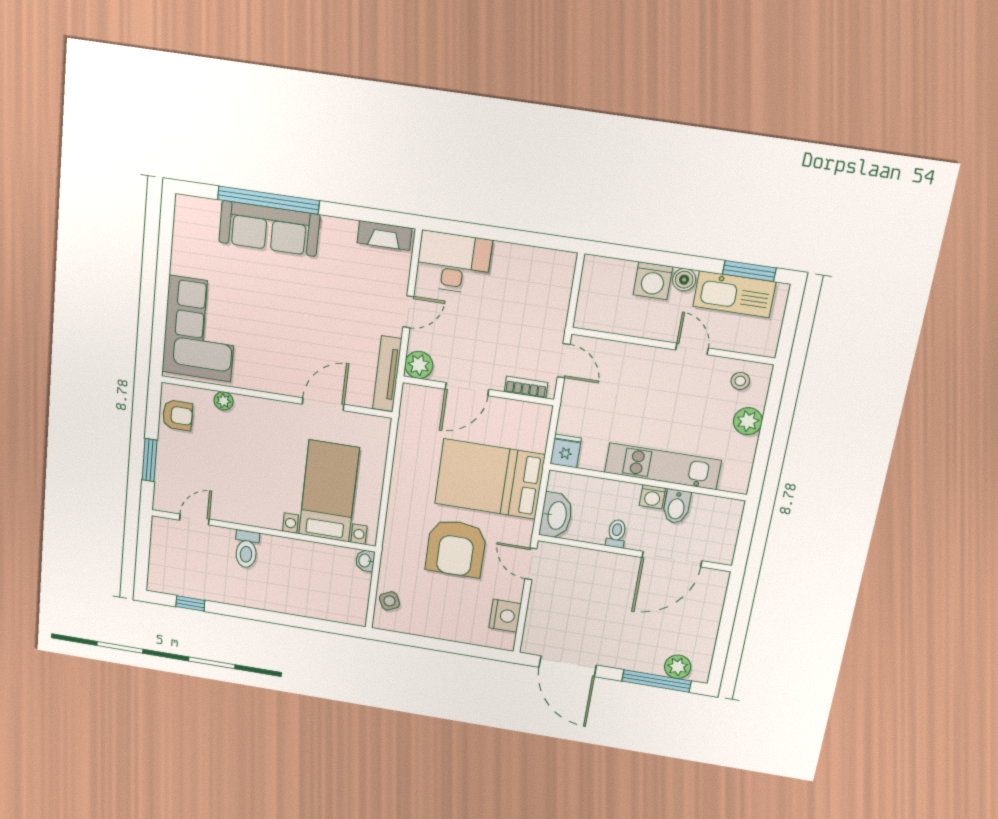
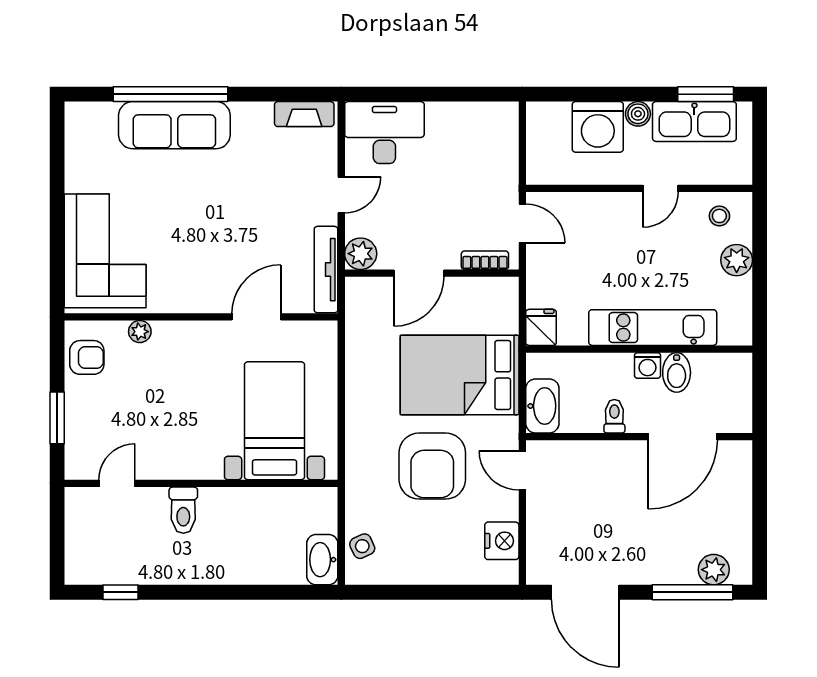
washing machine: (653, 281) -> (598, 127), width x1.37, depth x1.37
door: (692, 349) -> (660, 188), swing flipped
washbasin: (365, 561) -> (322, 560), moved, width x1.91, depth x1.45

